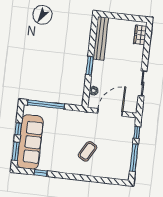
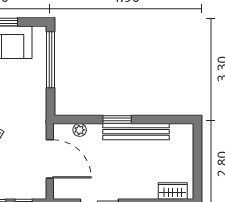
bench: (101, 38) -> (136, 132), moved

